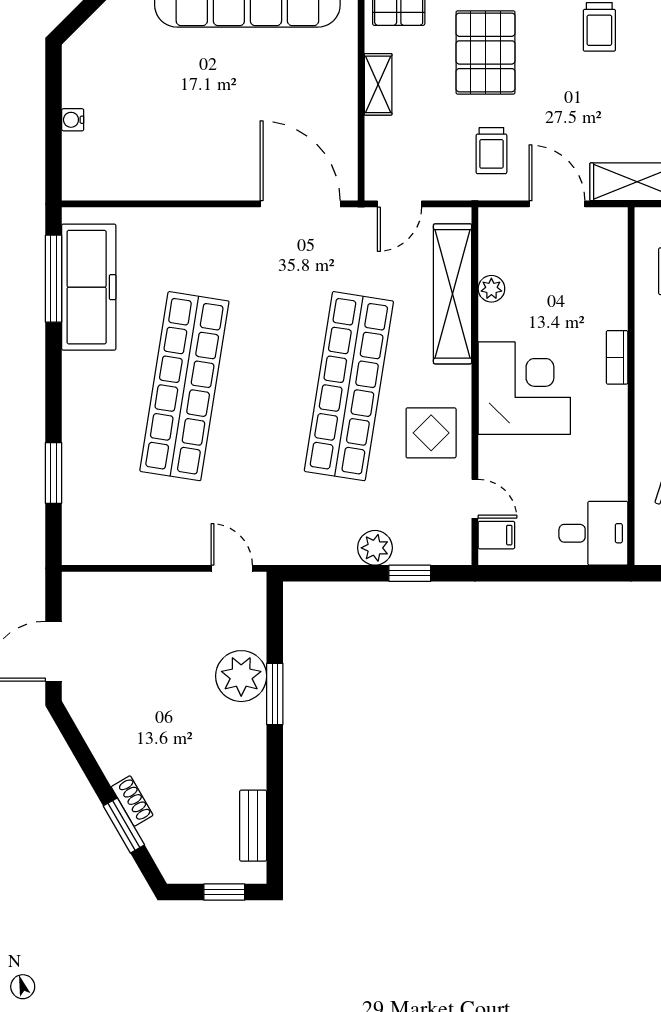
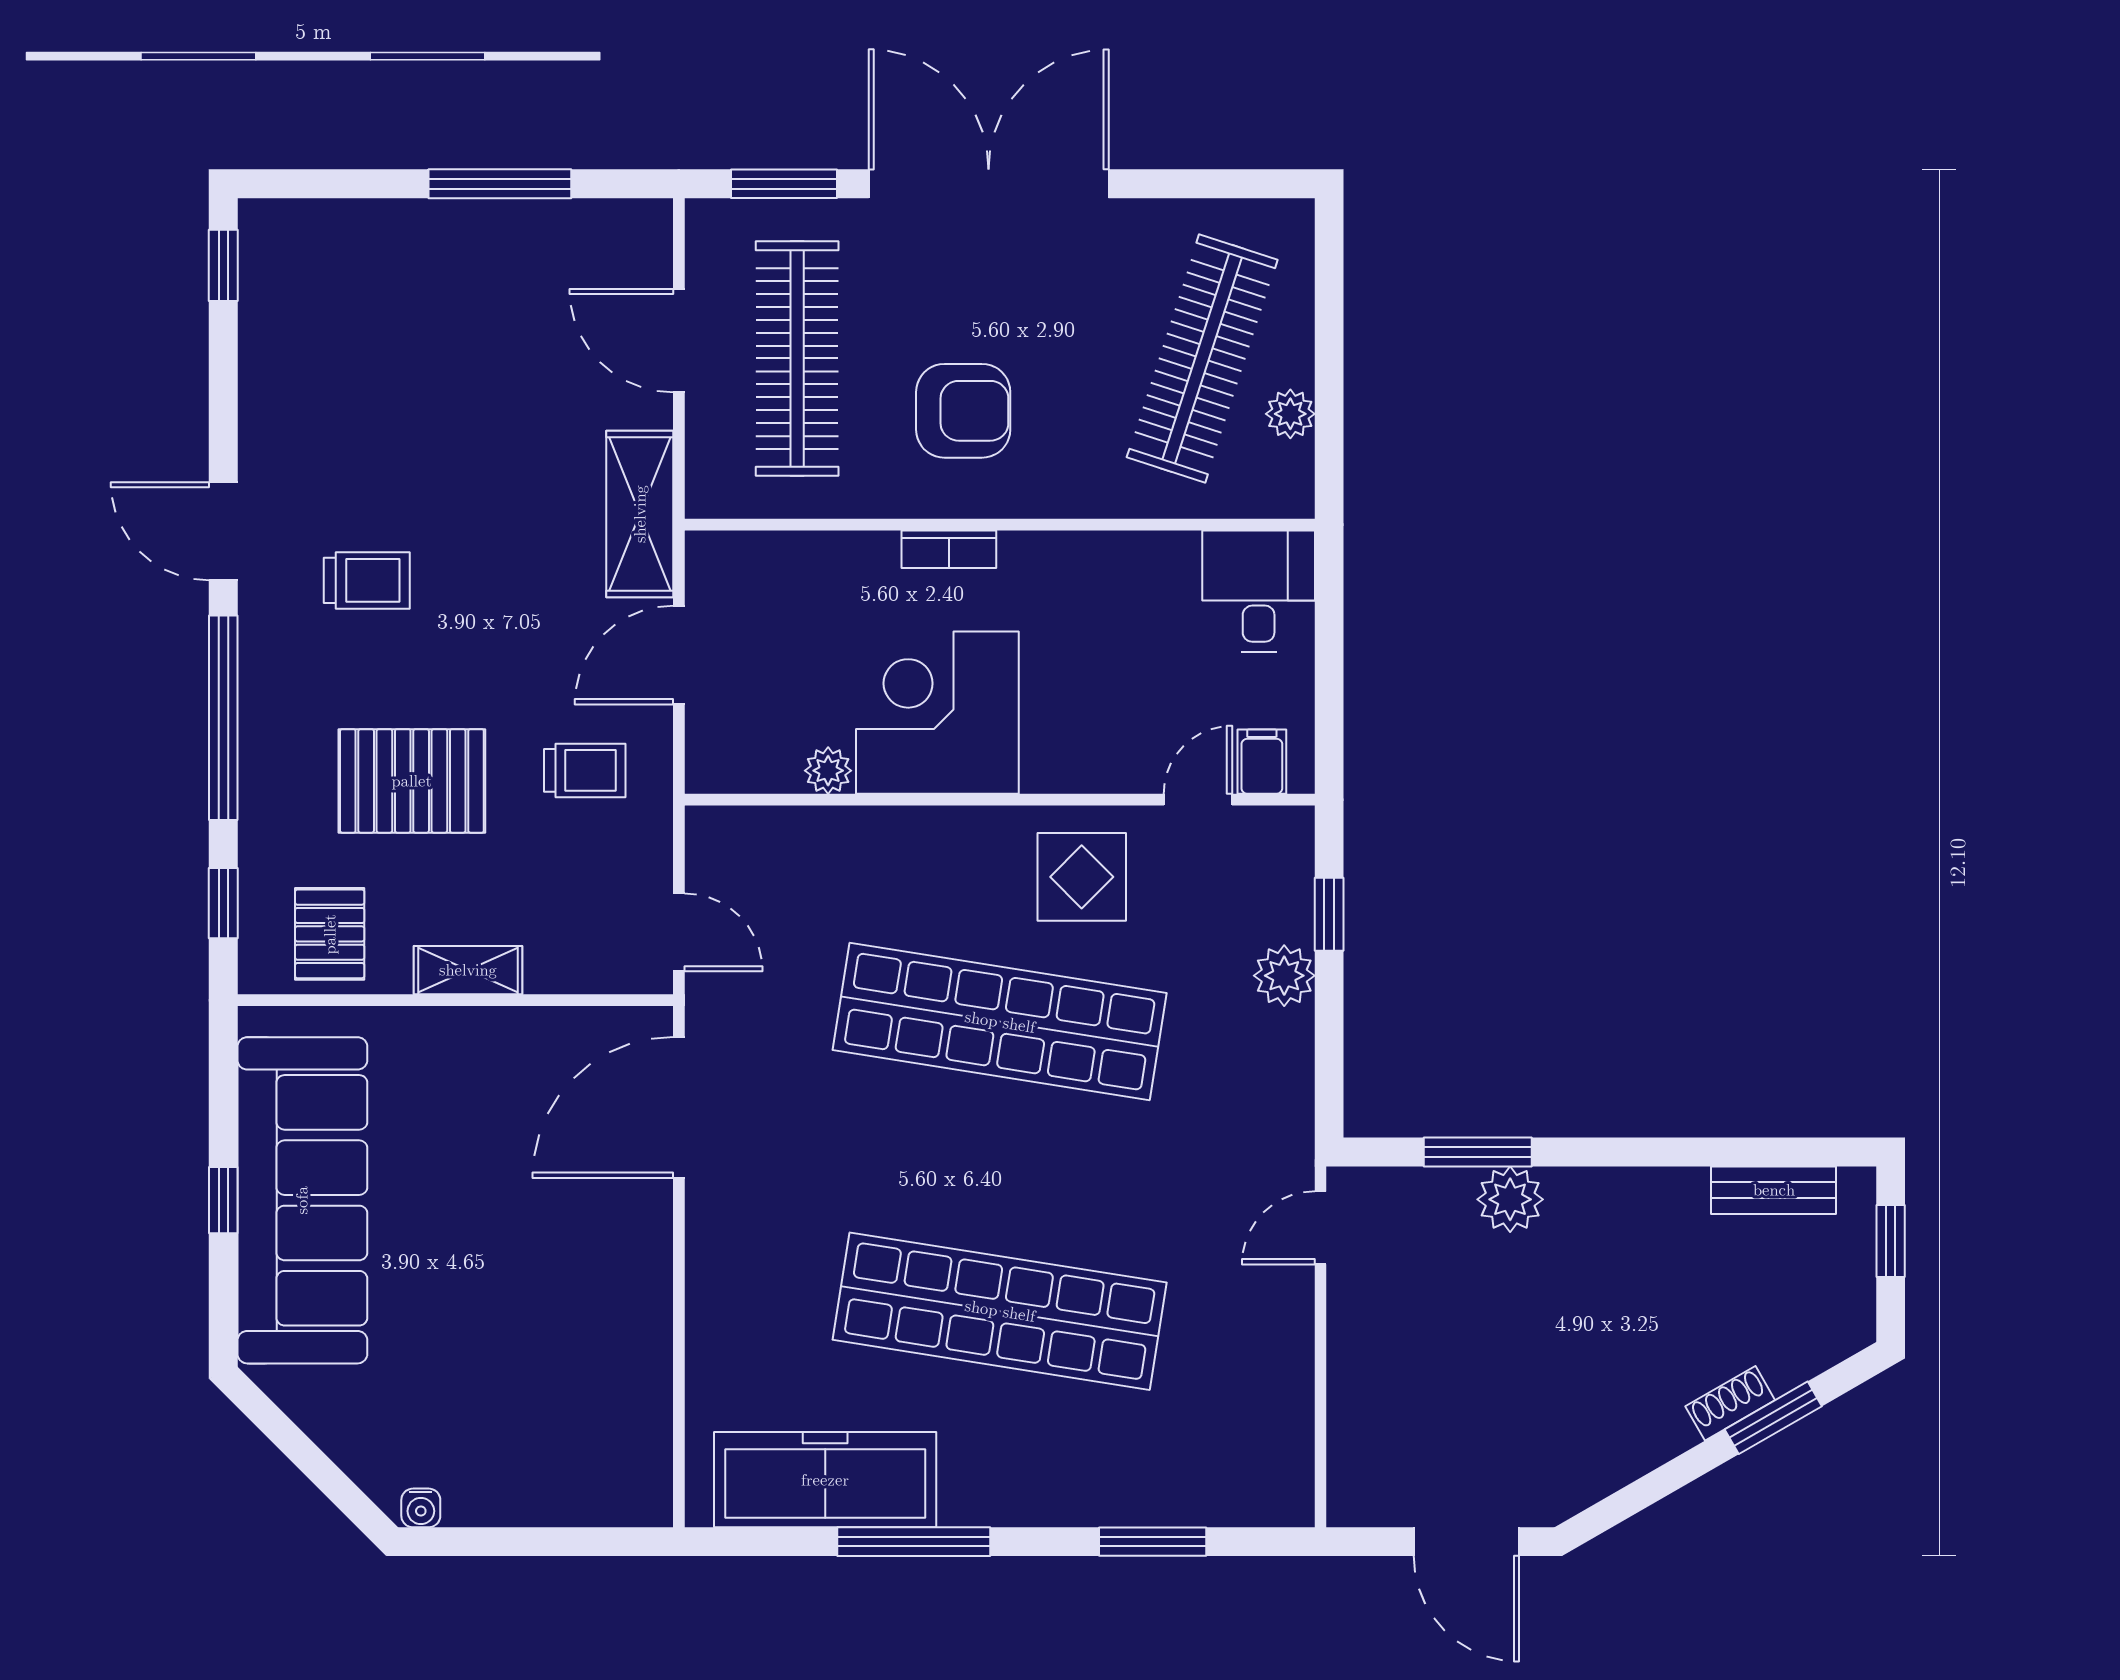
water cooler: (73, 120) -> (421, 1508), moved
window: (54, 279) -> (914, 1542), moved
shelving: (453, 294) -> (837, 839), removed
corner desk: (524, 388) -> (937, 713), moved
plant: (241, 676) -> (1510, 1199), width x0.73, depth x0.73
window: (275, 694) -> (1478, 1152), moved

